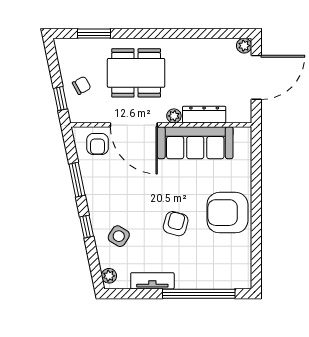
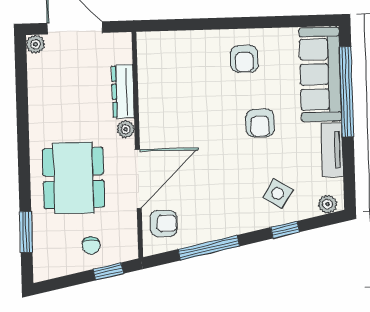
chair: (82, 85) -> (91, 245), turned -151
sofa: (195, 143) -> (320, 74), moved, turned 180
window: (77, 180) -> (209, 248), width x1.44
armchair: (227, 213) -> (244, 59), width x0.53, depth x0.53
armchair: (176, 224) -> (260, 123), turned -105
window: (87, 227) -> (285, 230), moved

